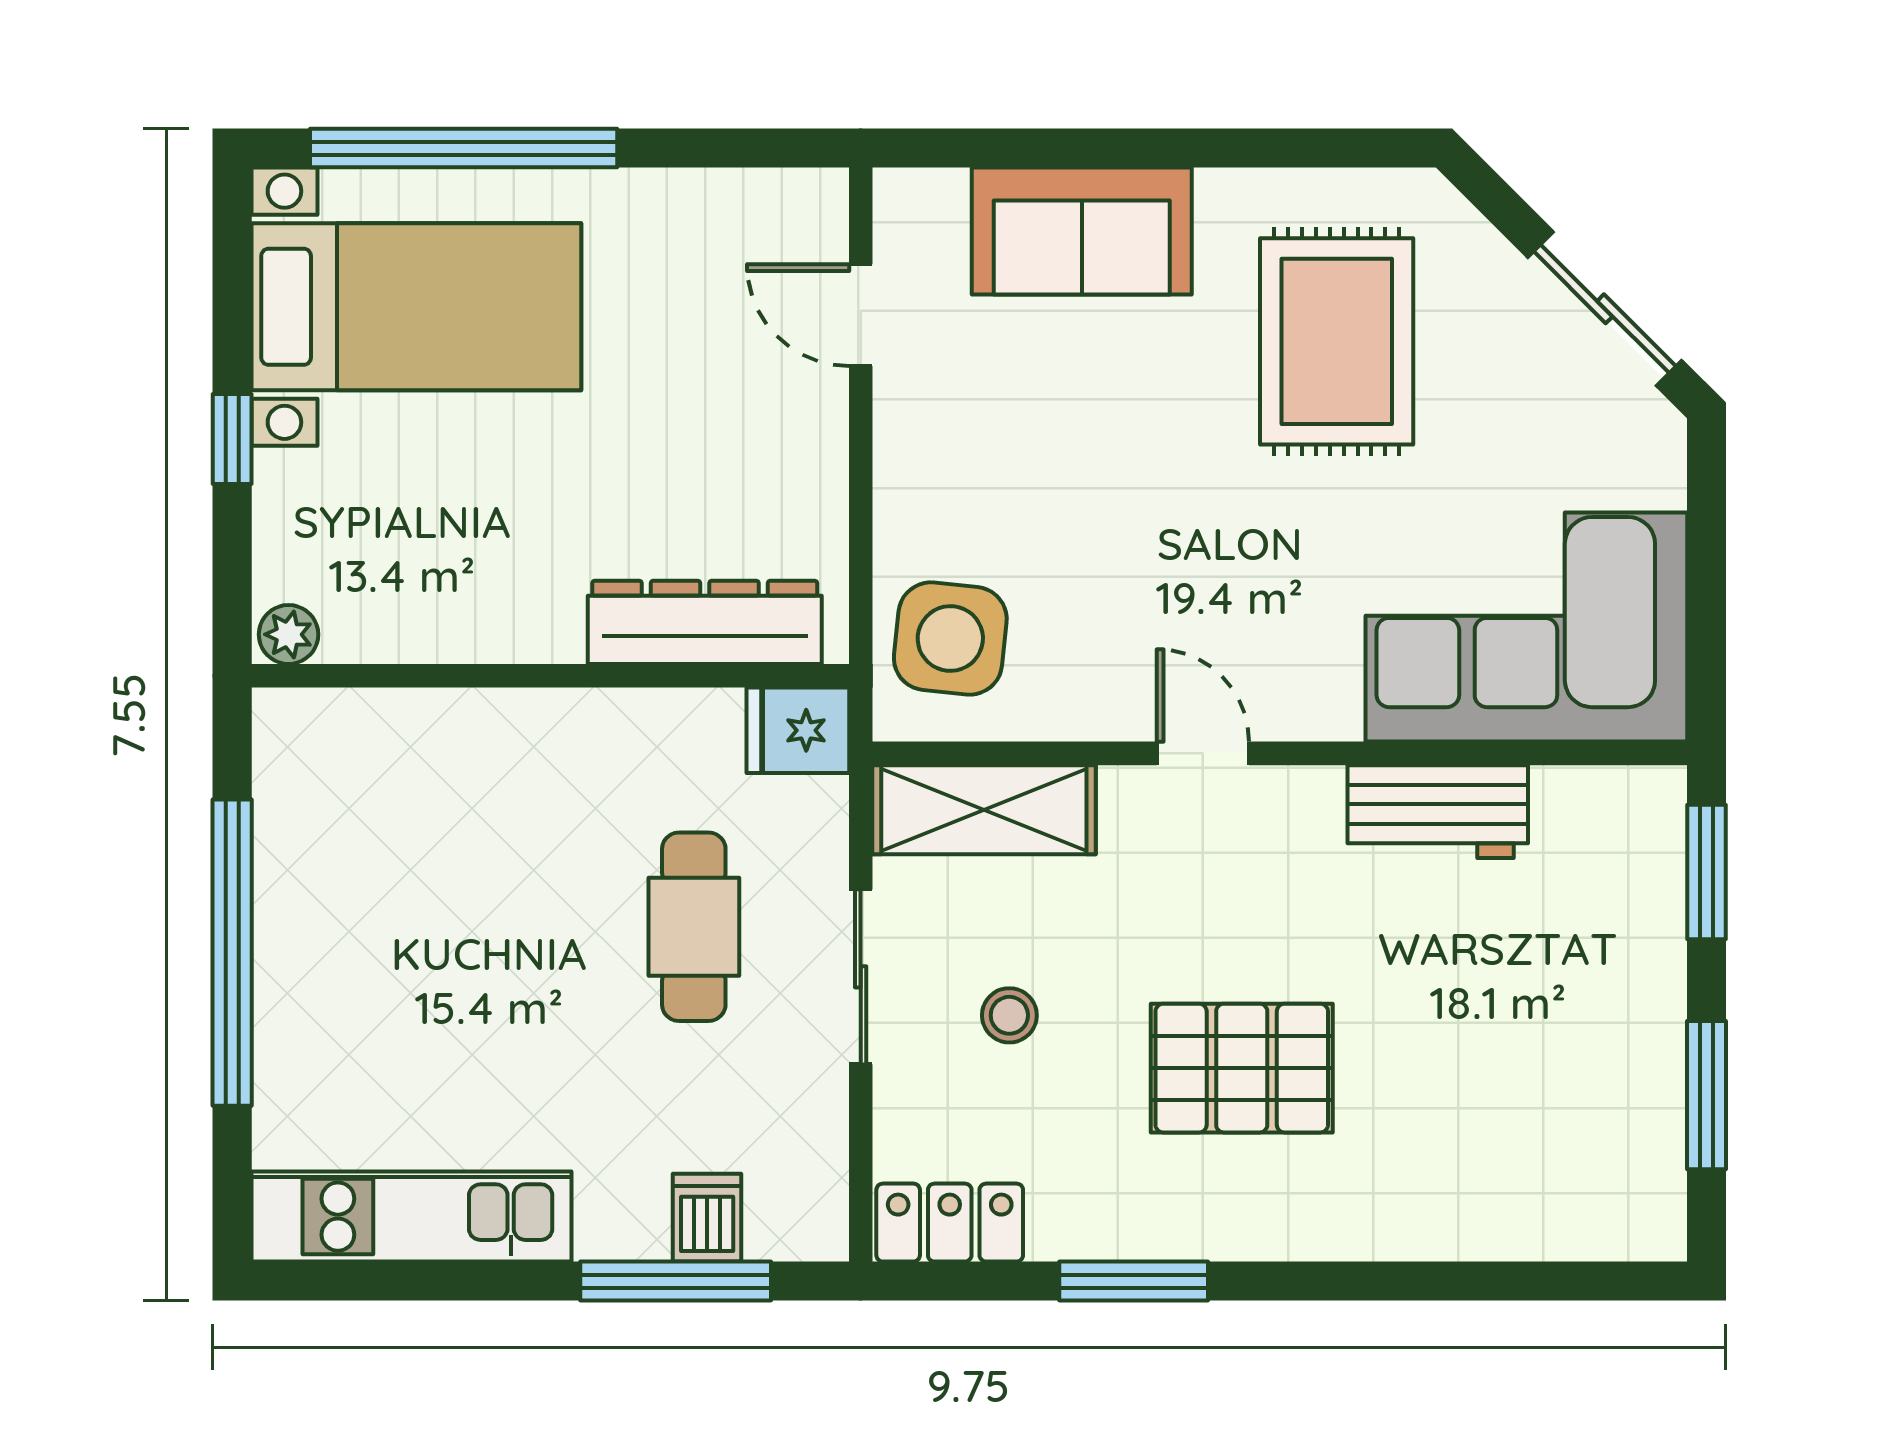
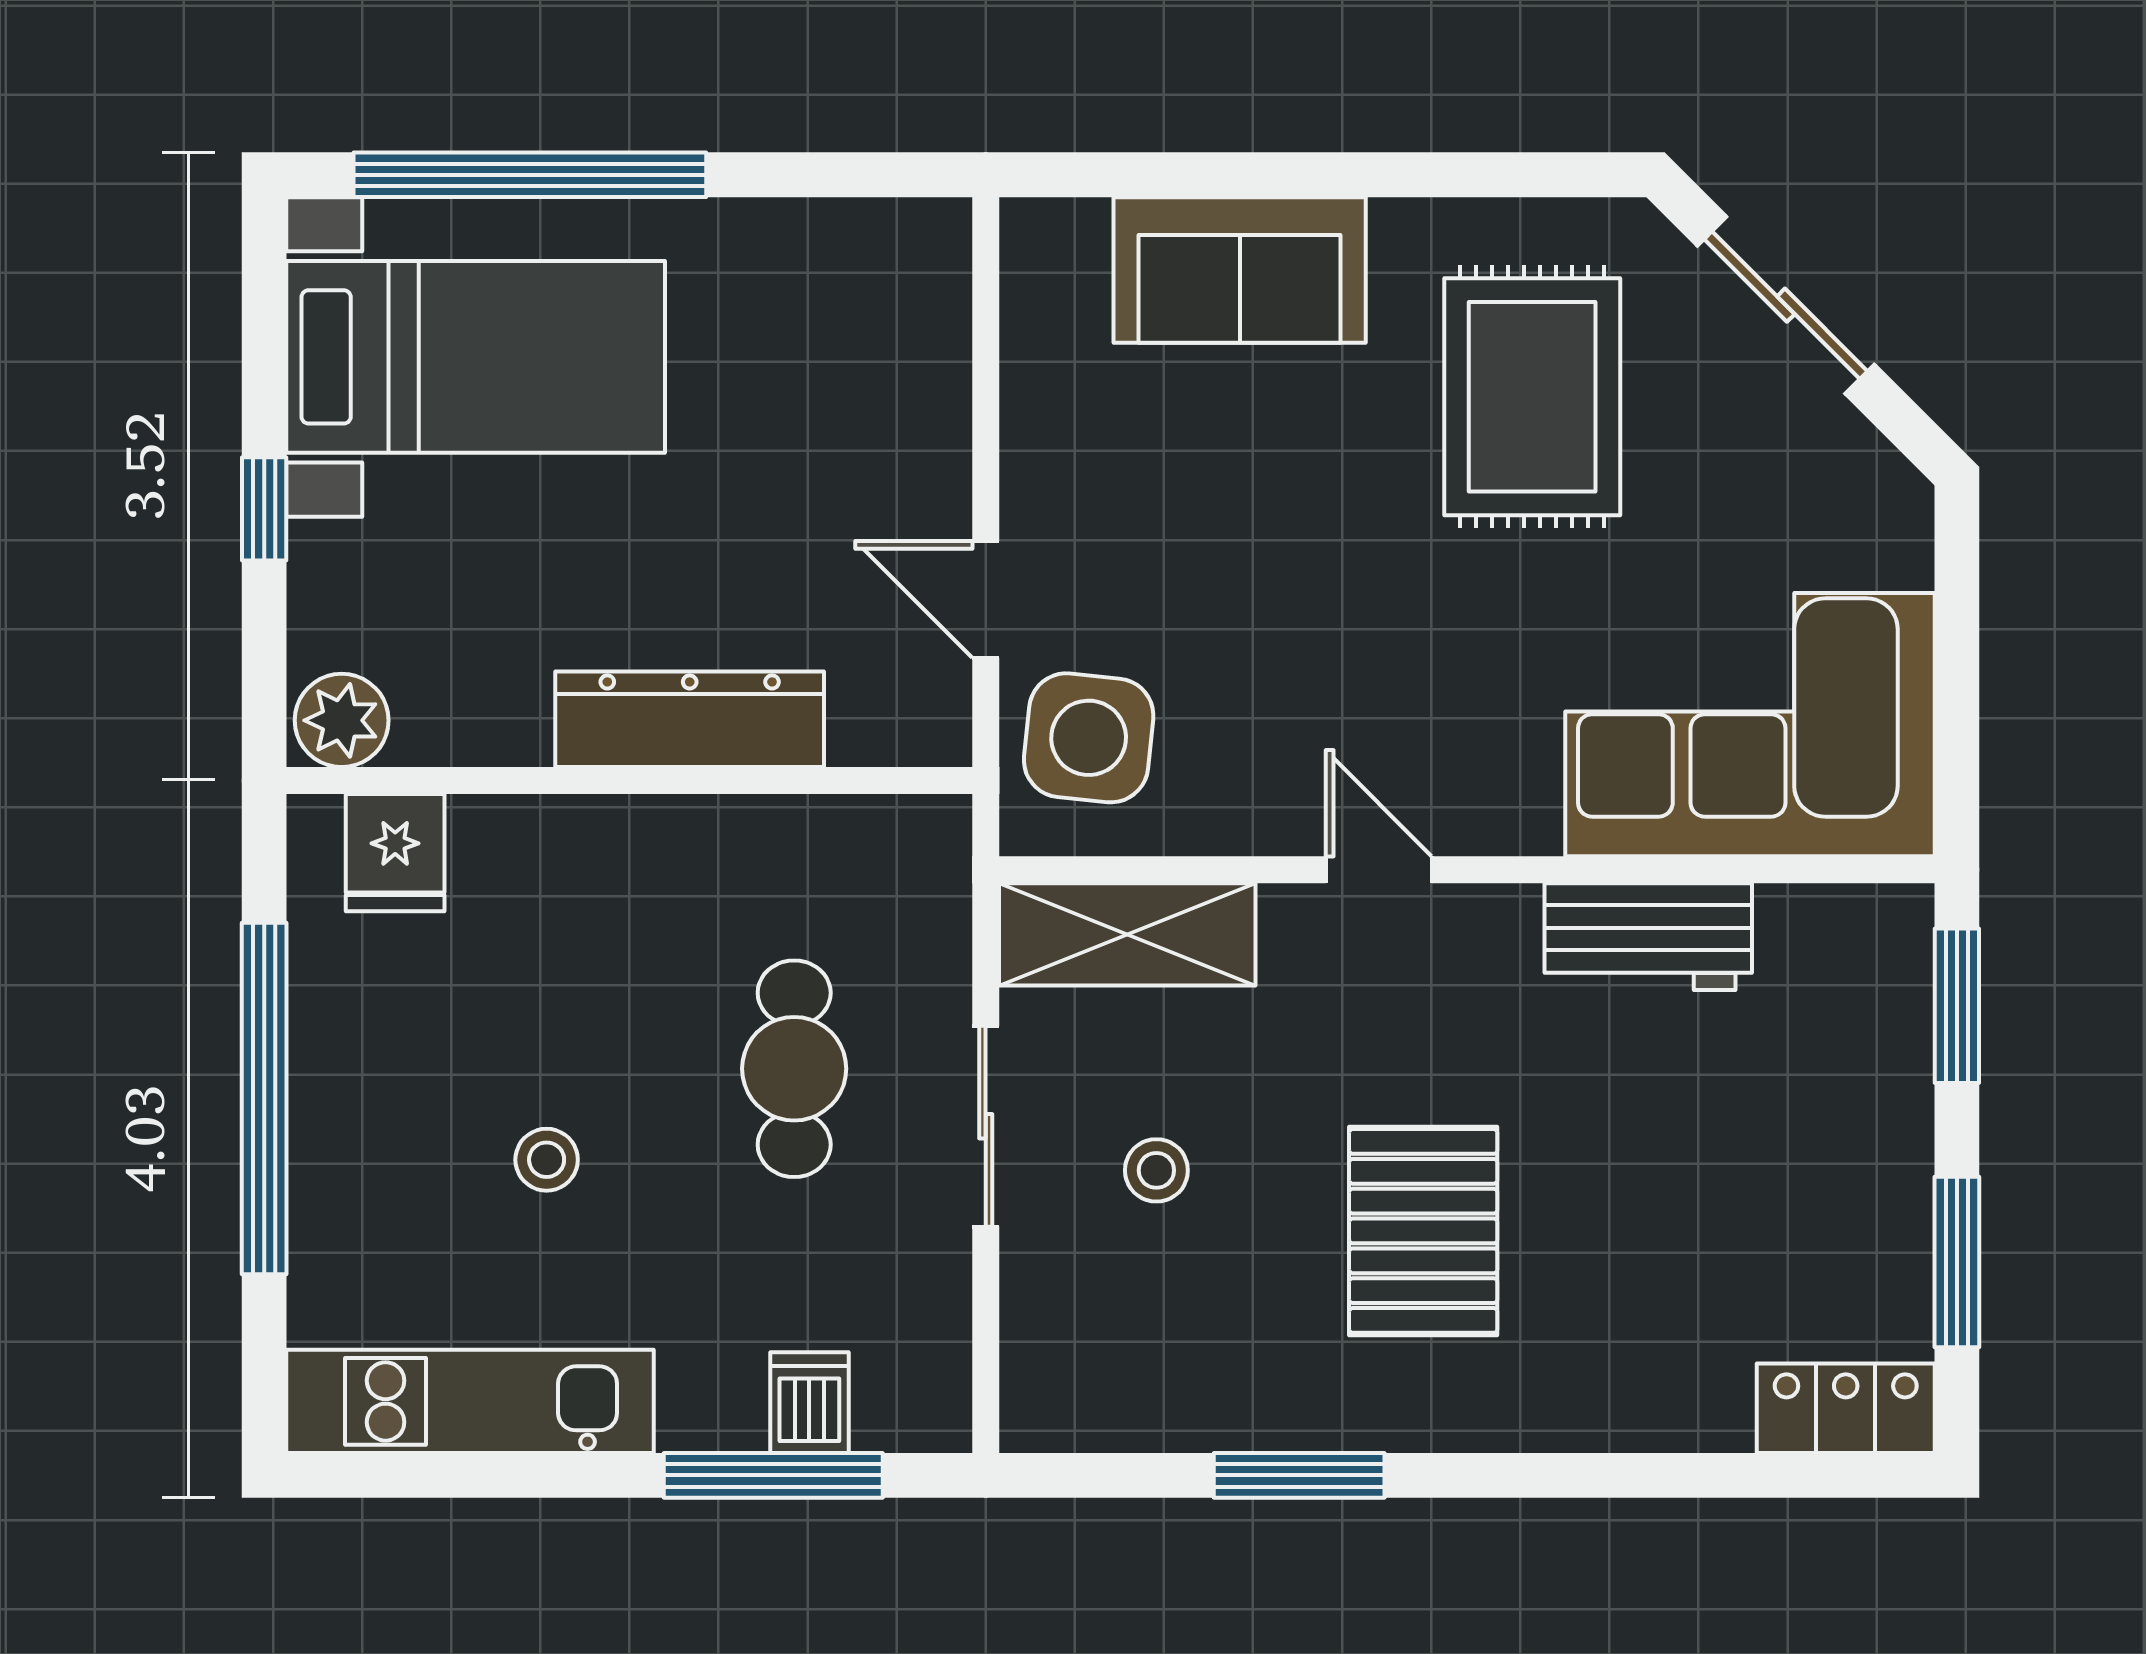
sliding door: (1605, 309) -> (1786, 305), moved
door: (861, 315) -> (986, 599), moved
dresser: (705, 622) -> (690, 719), moved
plant: (289, 634) -> (342, 720), width x1.38, depth x1.38
fridge: (798, 730) -> (395, 853), moved, turned -90
stool: (478, 1006) -> (547, 1160), added
pallet: (1242, 1068) -> (1423, 1231), turned 90
locker: (950, 1223) -> (1846, 1408), moved

